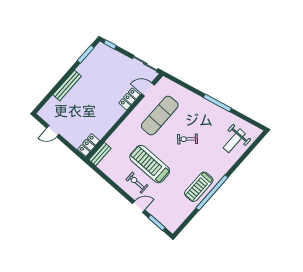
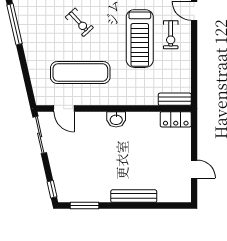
locker: (129, 99) -> (91, 119), removed
washbasin: (117, 113) -> (116, 119), added

